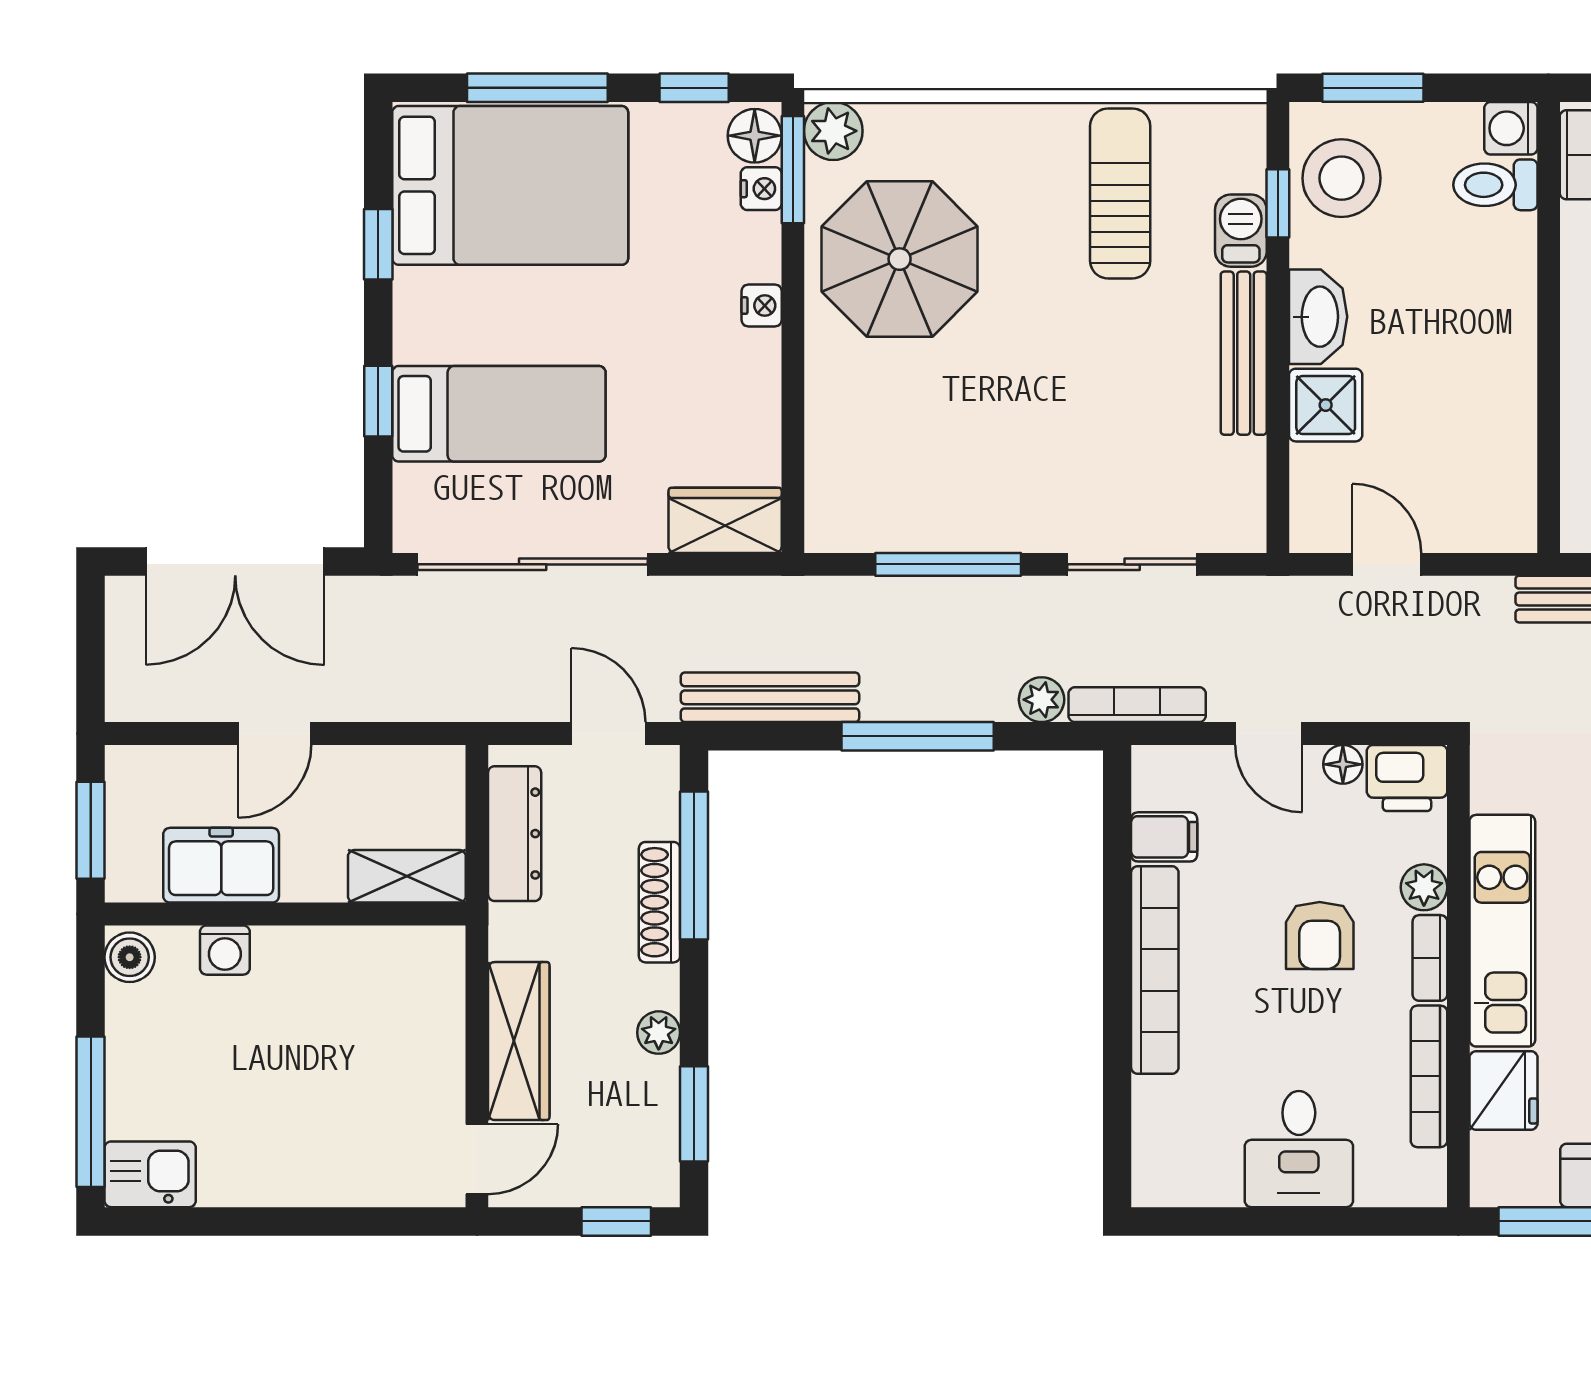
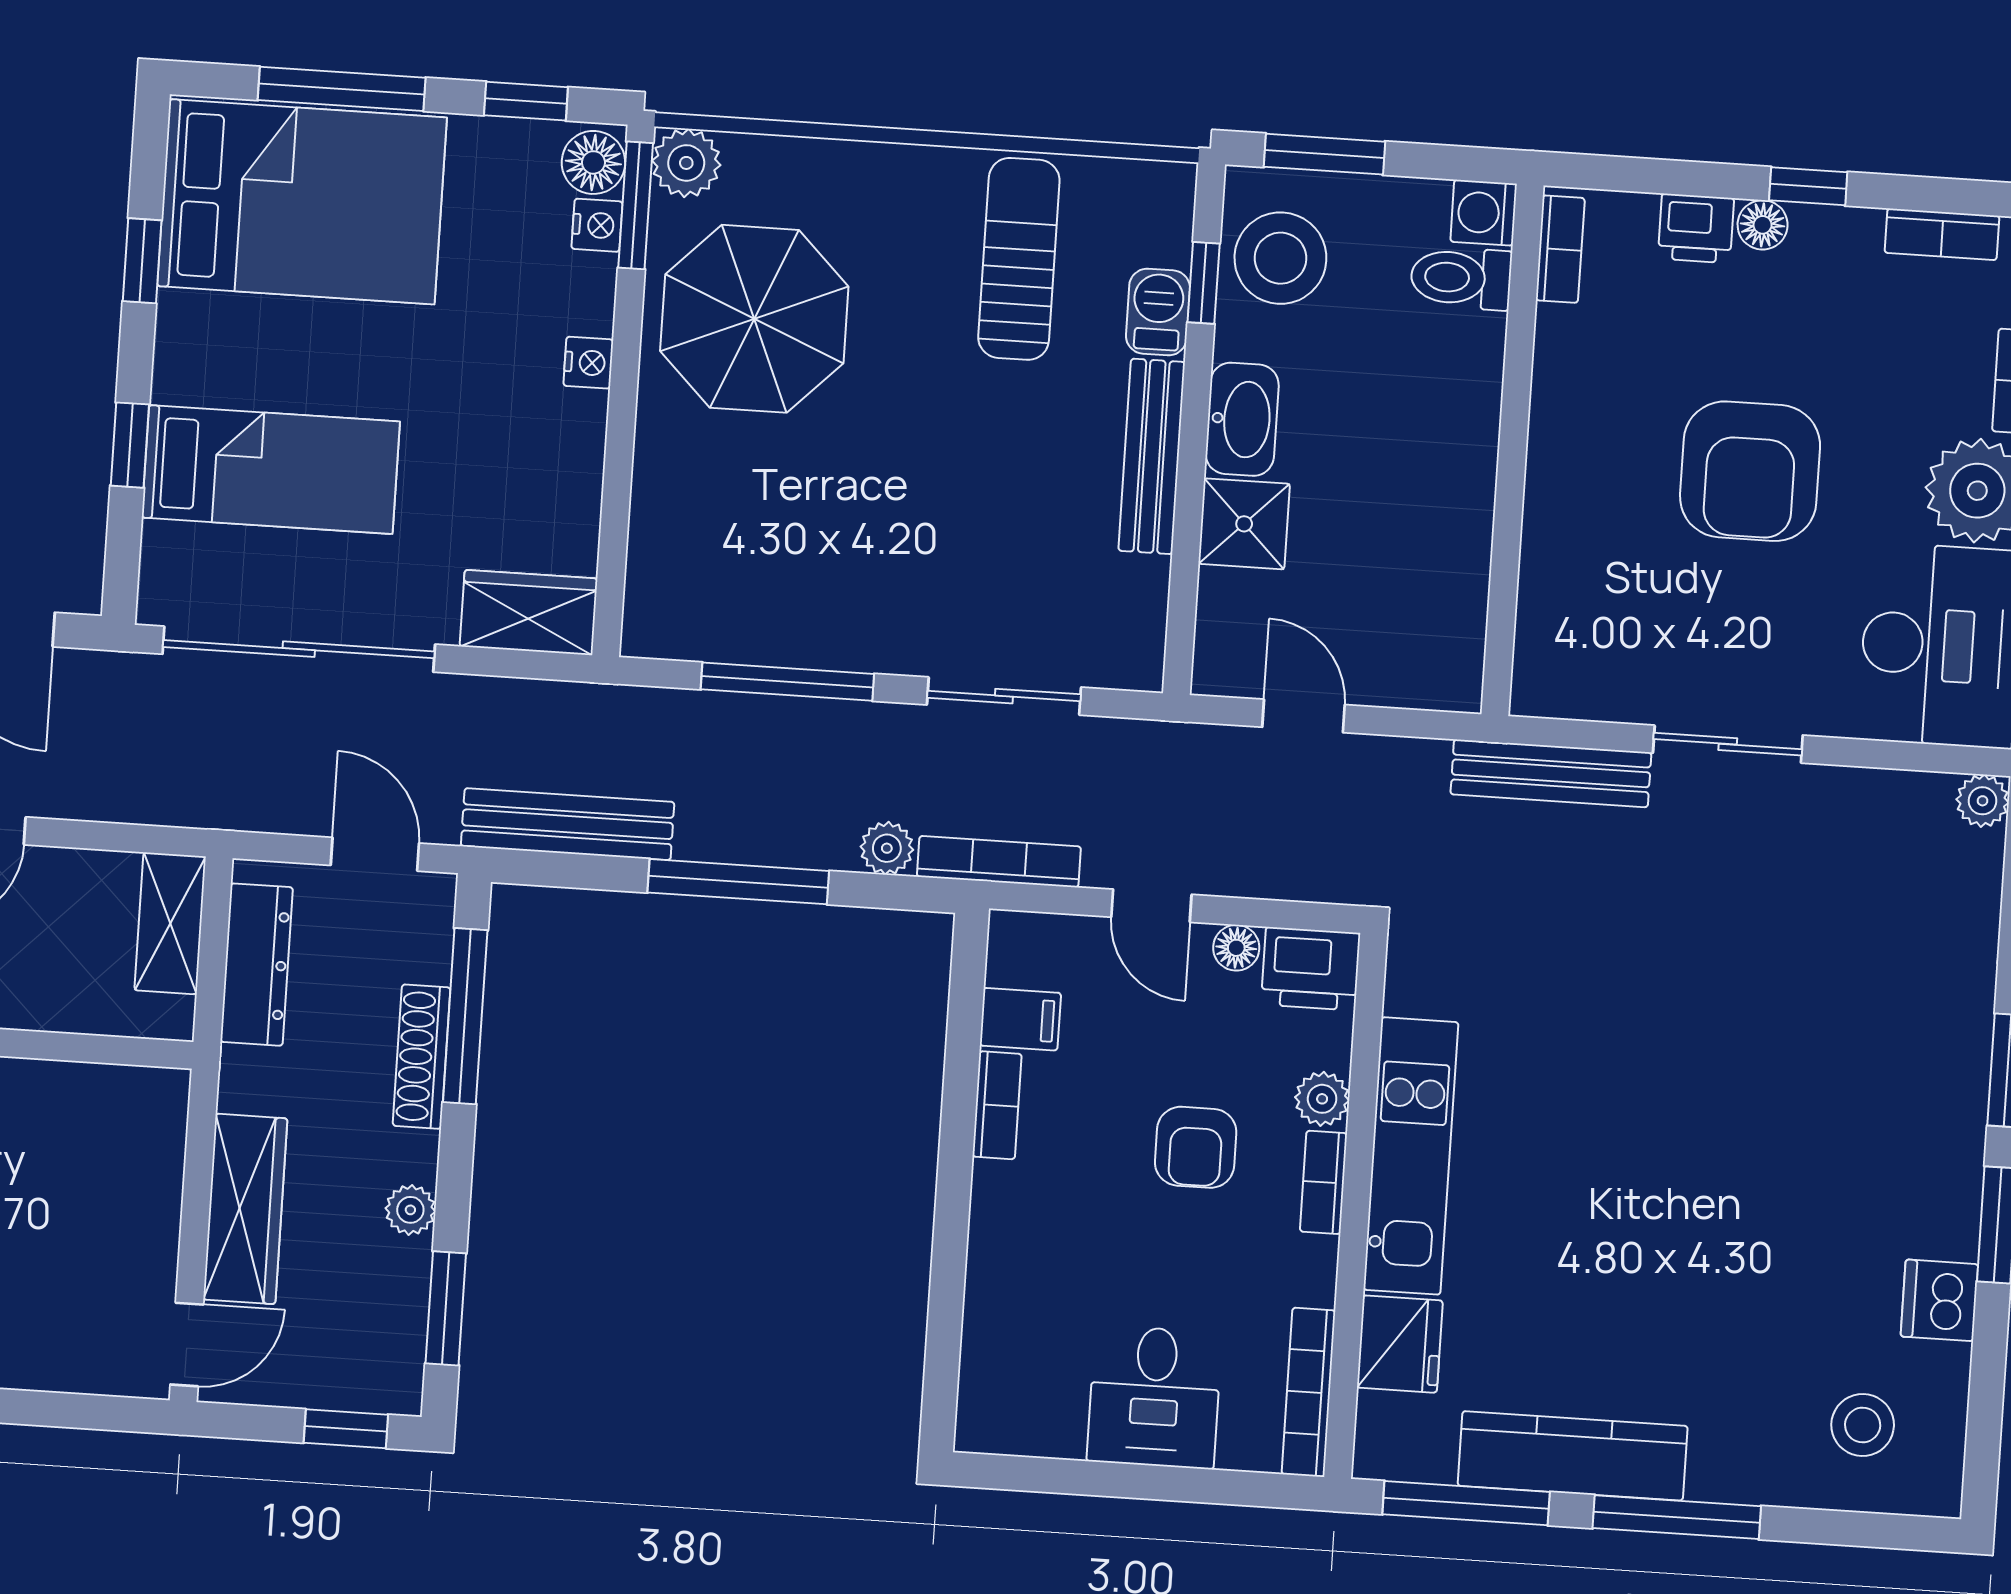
shelving: (407, 876) -> (170, 923), moved, turned 90
bookcase: (1155, 970) -> (997, 1105), width x0.43, depth x0.76
bookcase: (1429, 1076) -> (1308, 1392), moved

